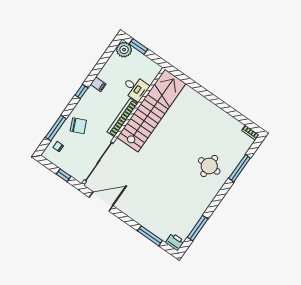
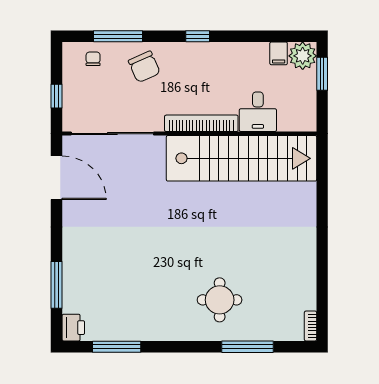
filing cabinet: (98, 84) -> (279, 53), moved

